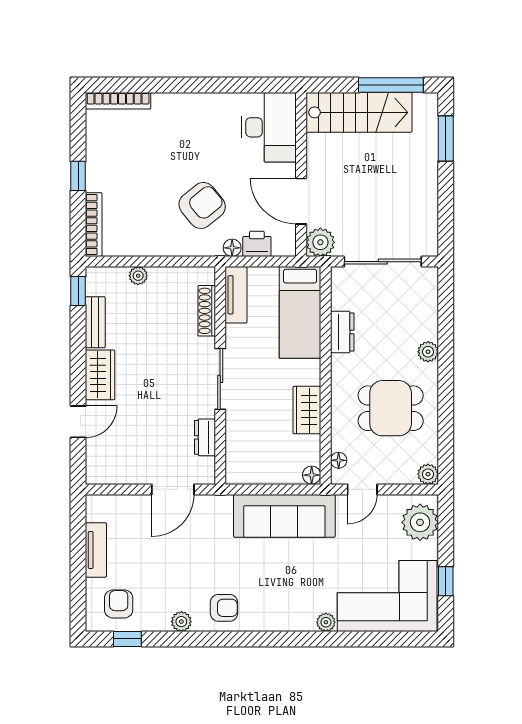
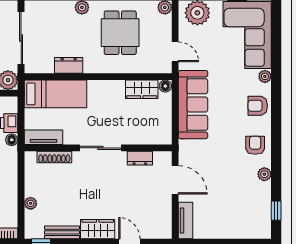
wardrobe: (307, 410) -> (142, 89), moved
floor lamp: (339, 460) -> (155, 68), removed
tv unit: (96, 550) -> (185, 221), moved, turned 90
armchair: (119, 604) -> (258, 106), moved

